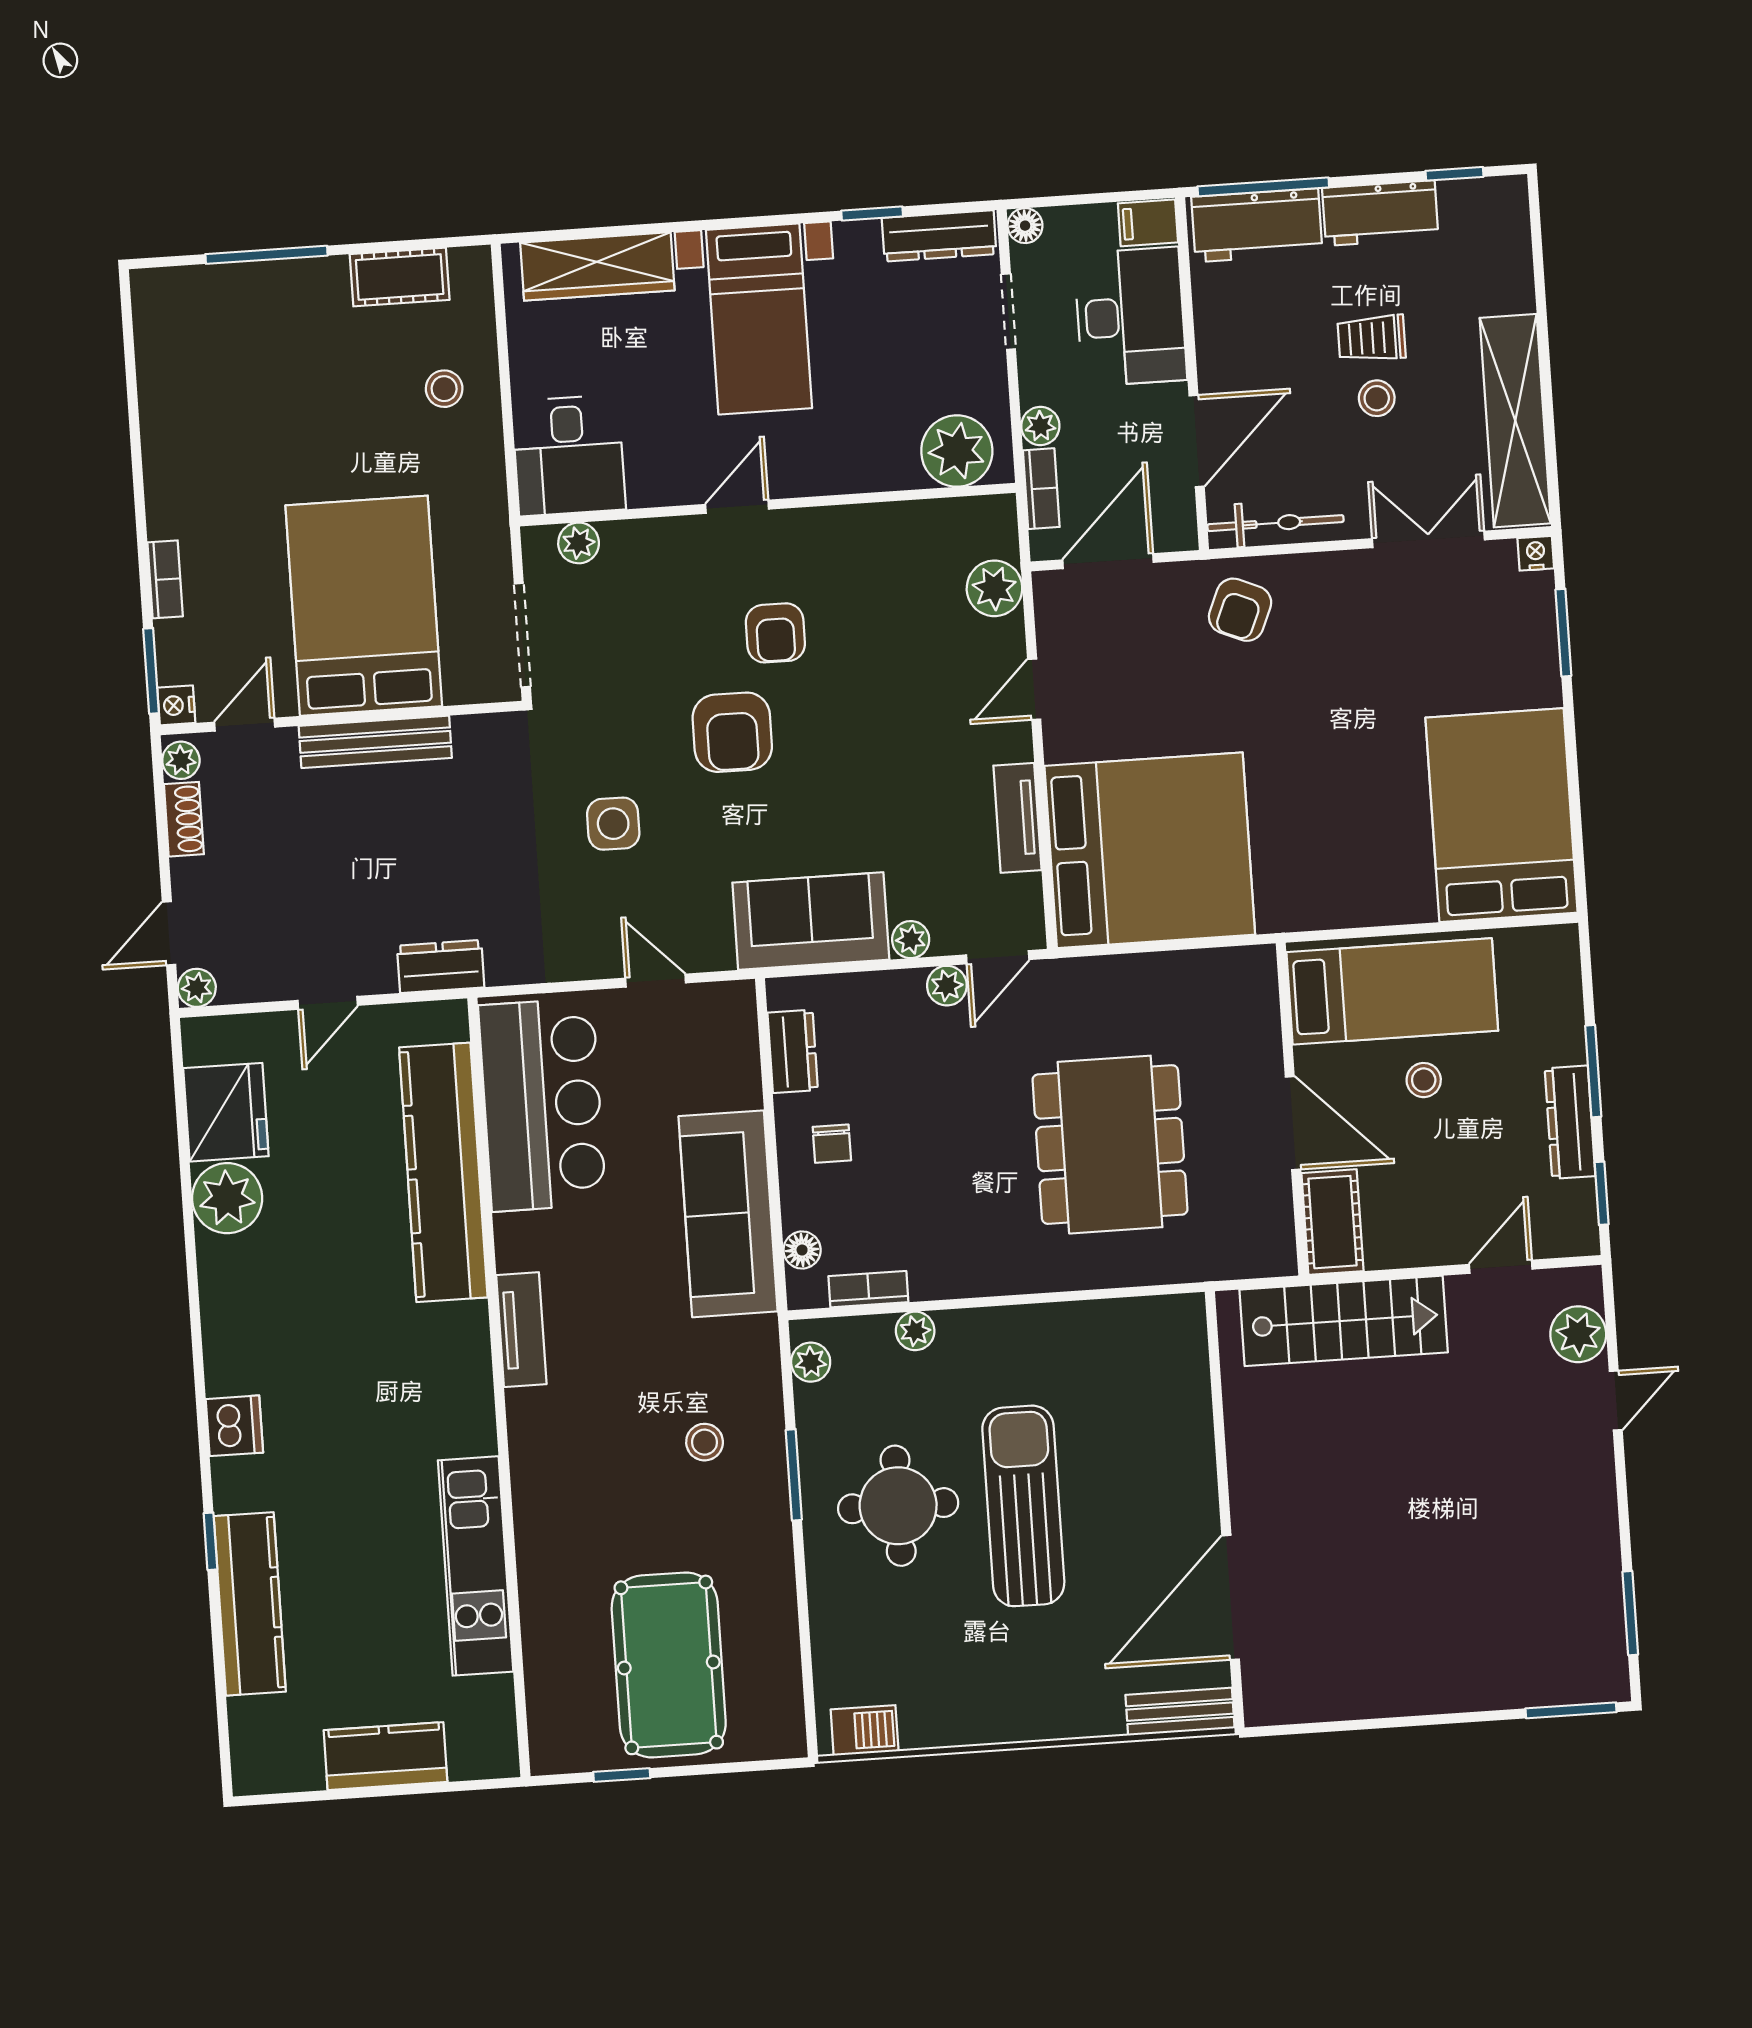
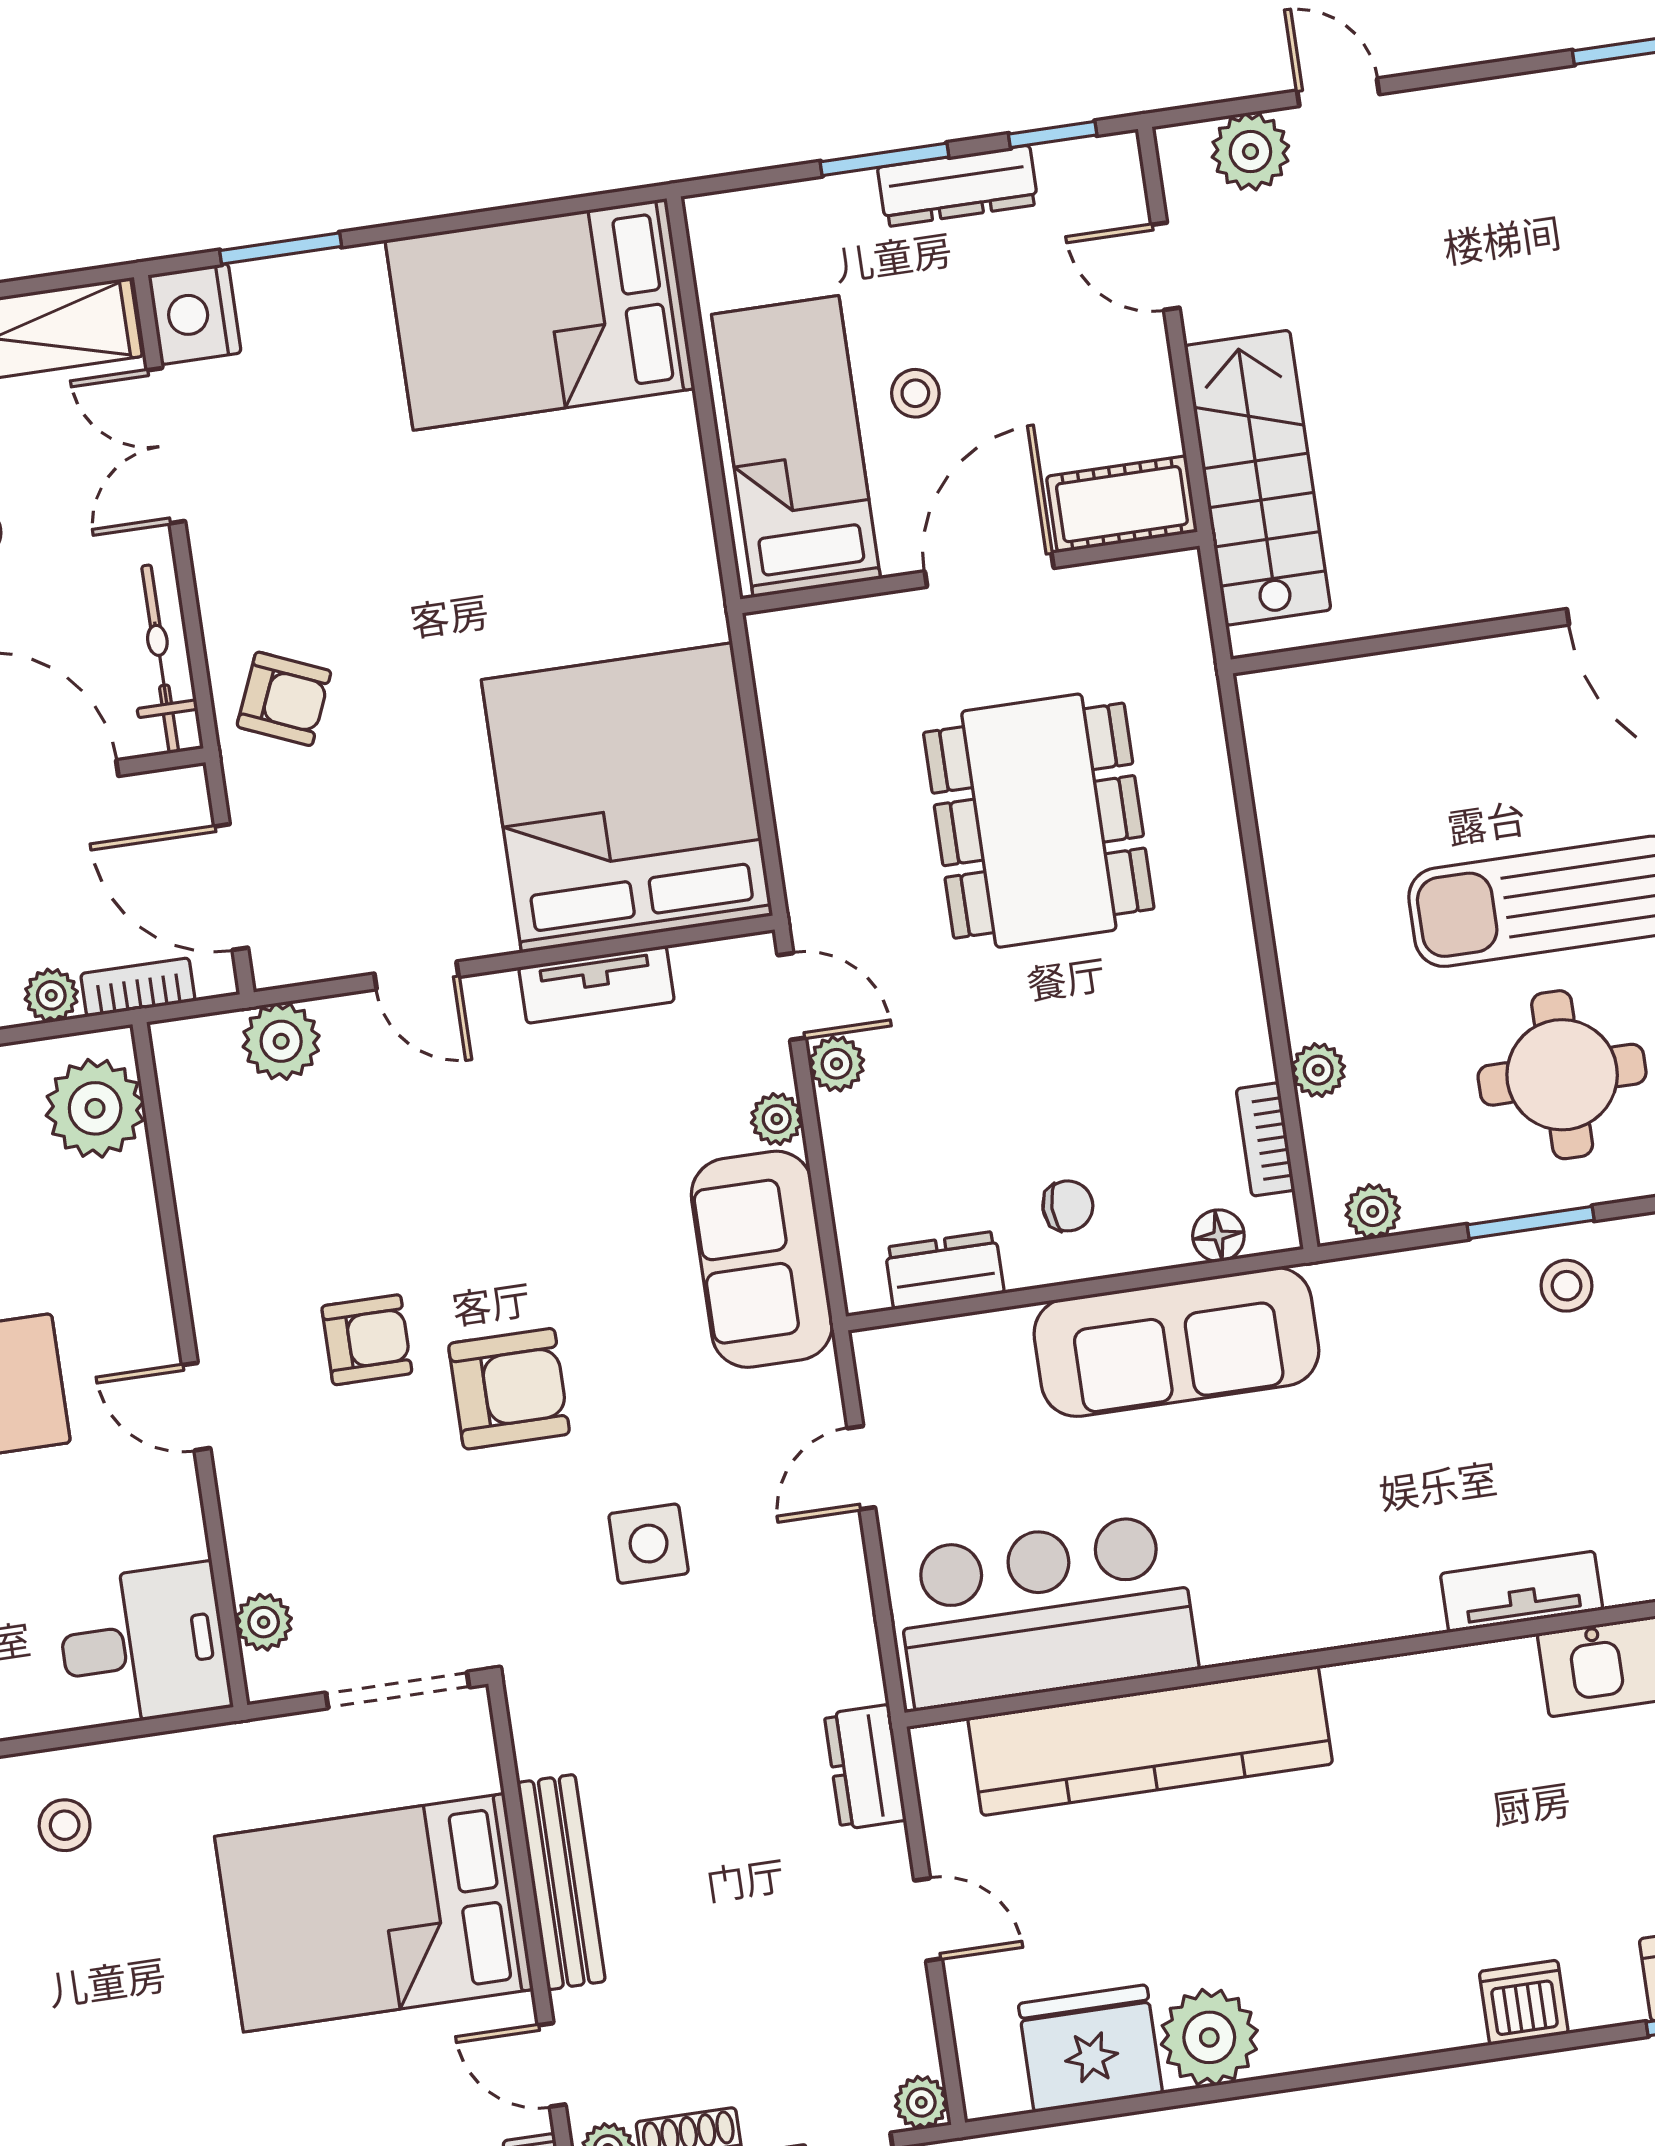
nightstand: (1536, 553) -> (195, 314), width x1.89, depth x1.79
dining table: (1110, 1145) -> (1039, 821), turned 90
tv unit: (521, 1330) -> (1522, 1592), moved
stool: (705, 1442) -> (1566, 1286), moved

